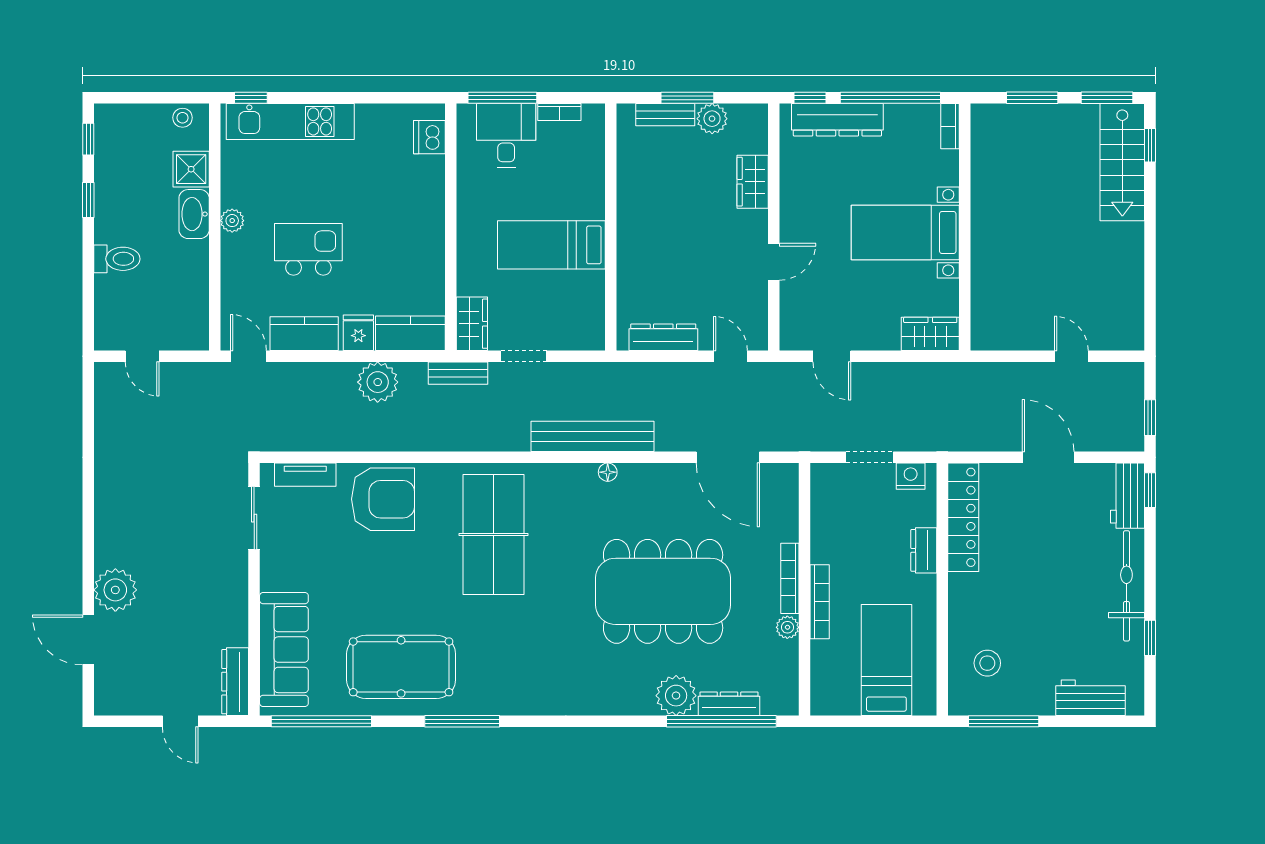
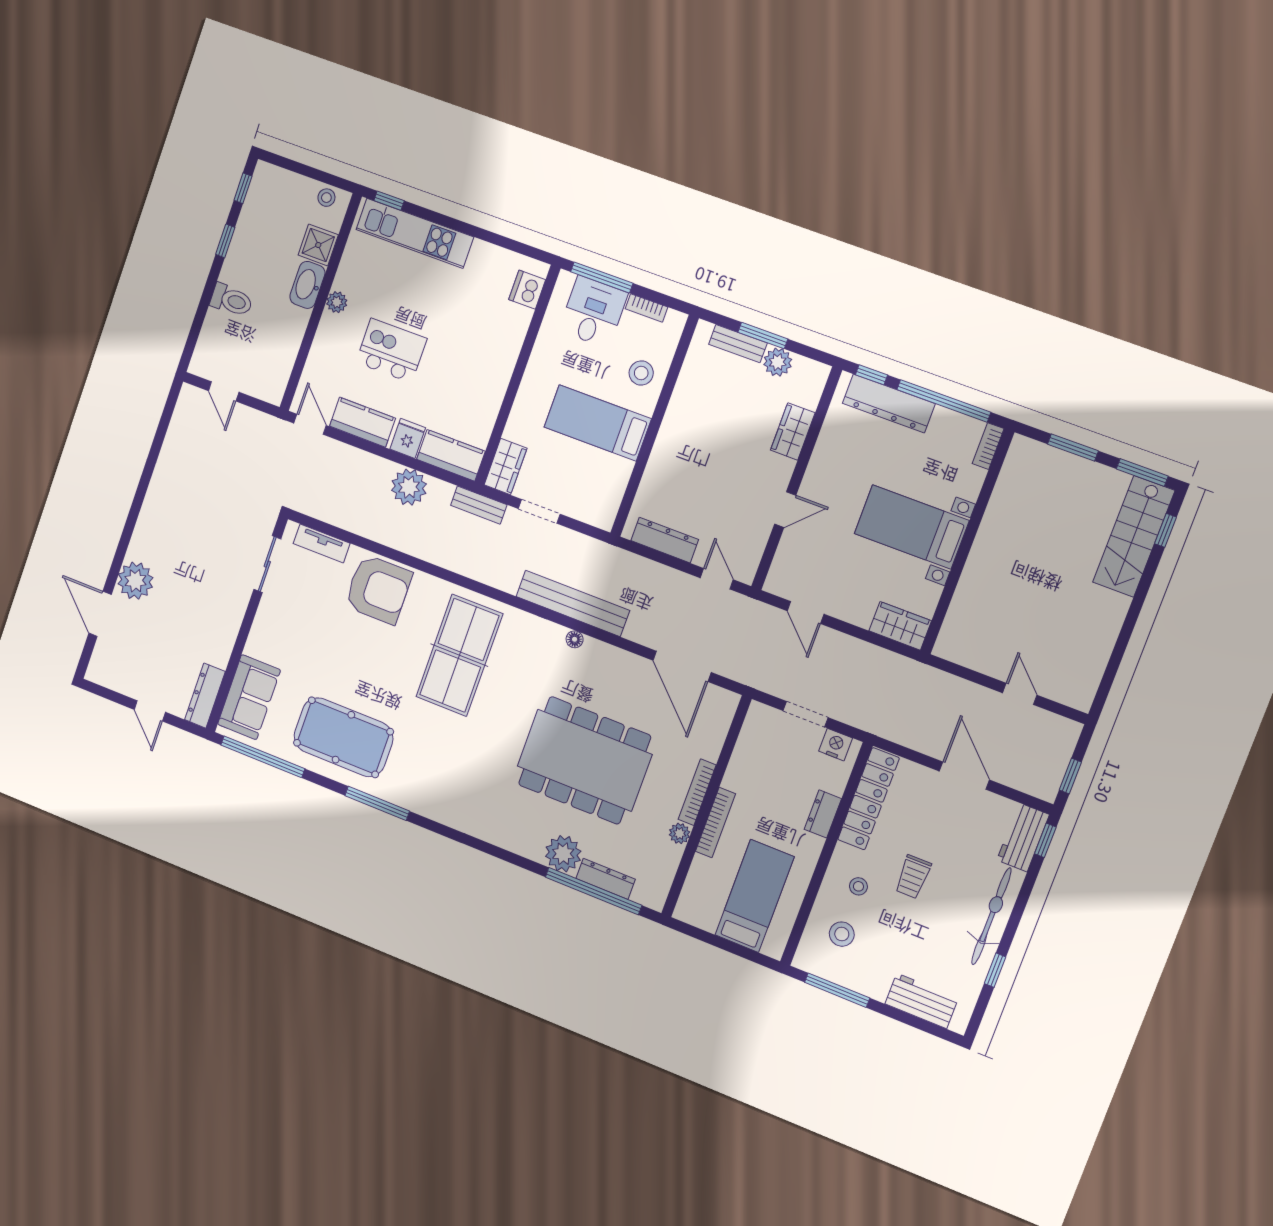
stool: (578, 179) -> (641, 373), added
trolley: (1036, 577) -> (913, 877), added
stool: (986, 609) -> (858, 886), added
sofa: (284, 650) -> (249, 697), width x0.73

